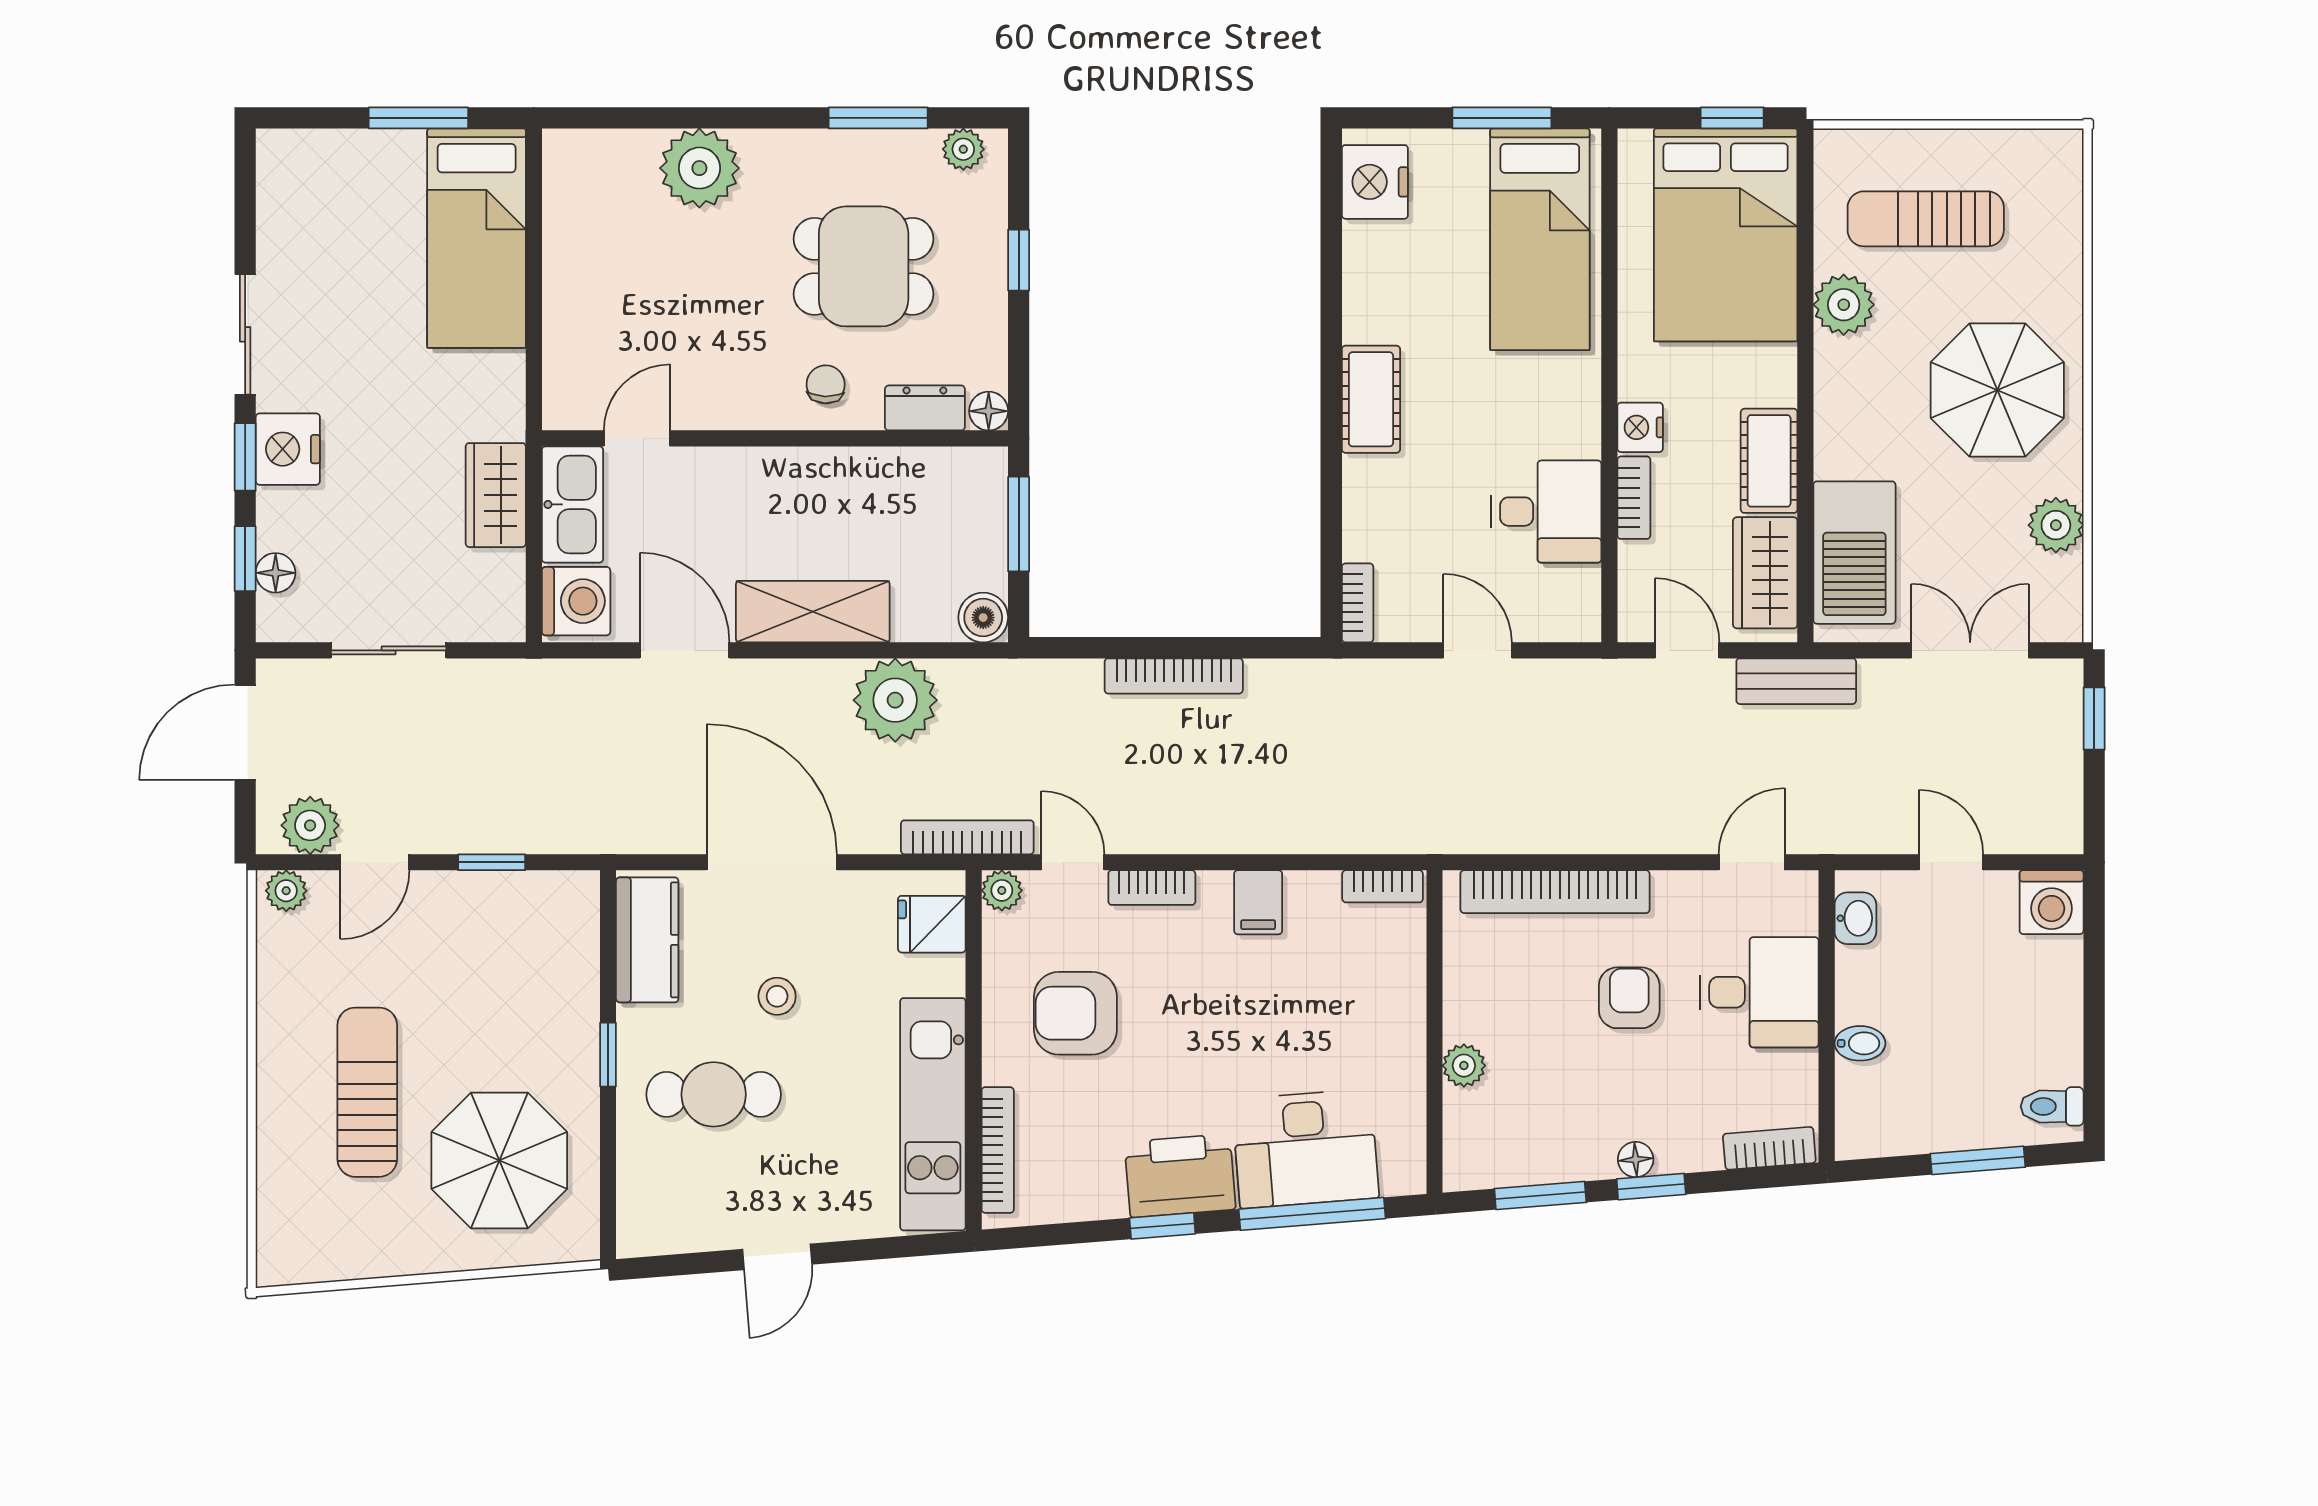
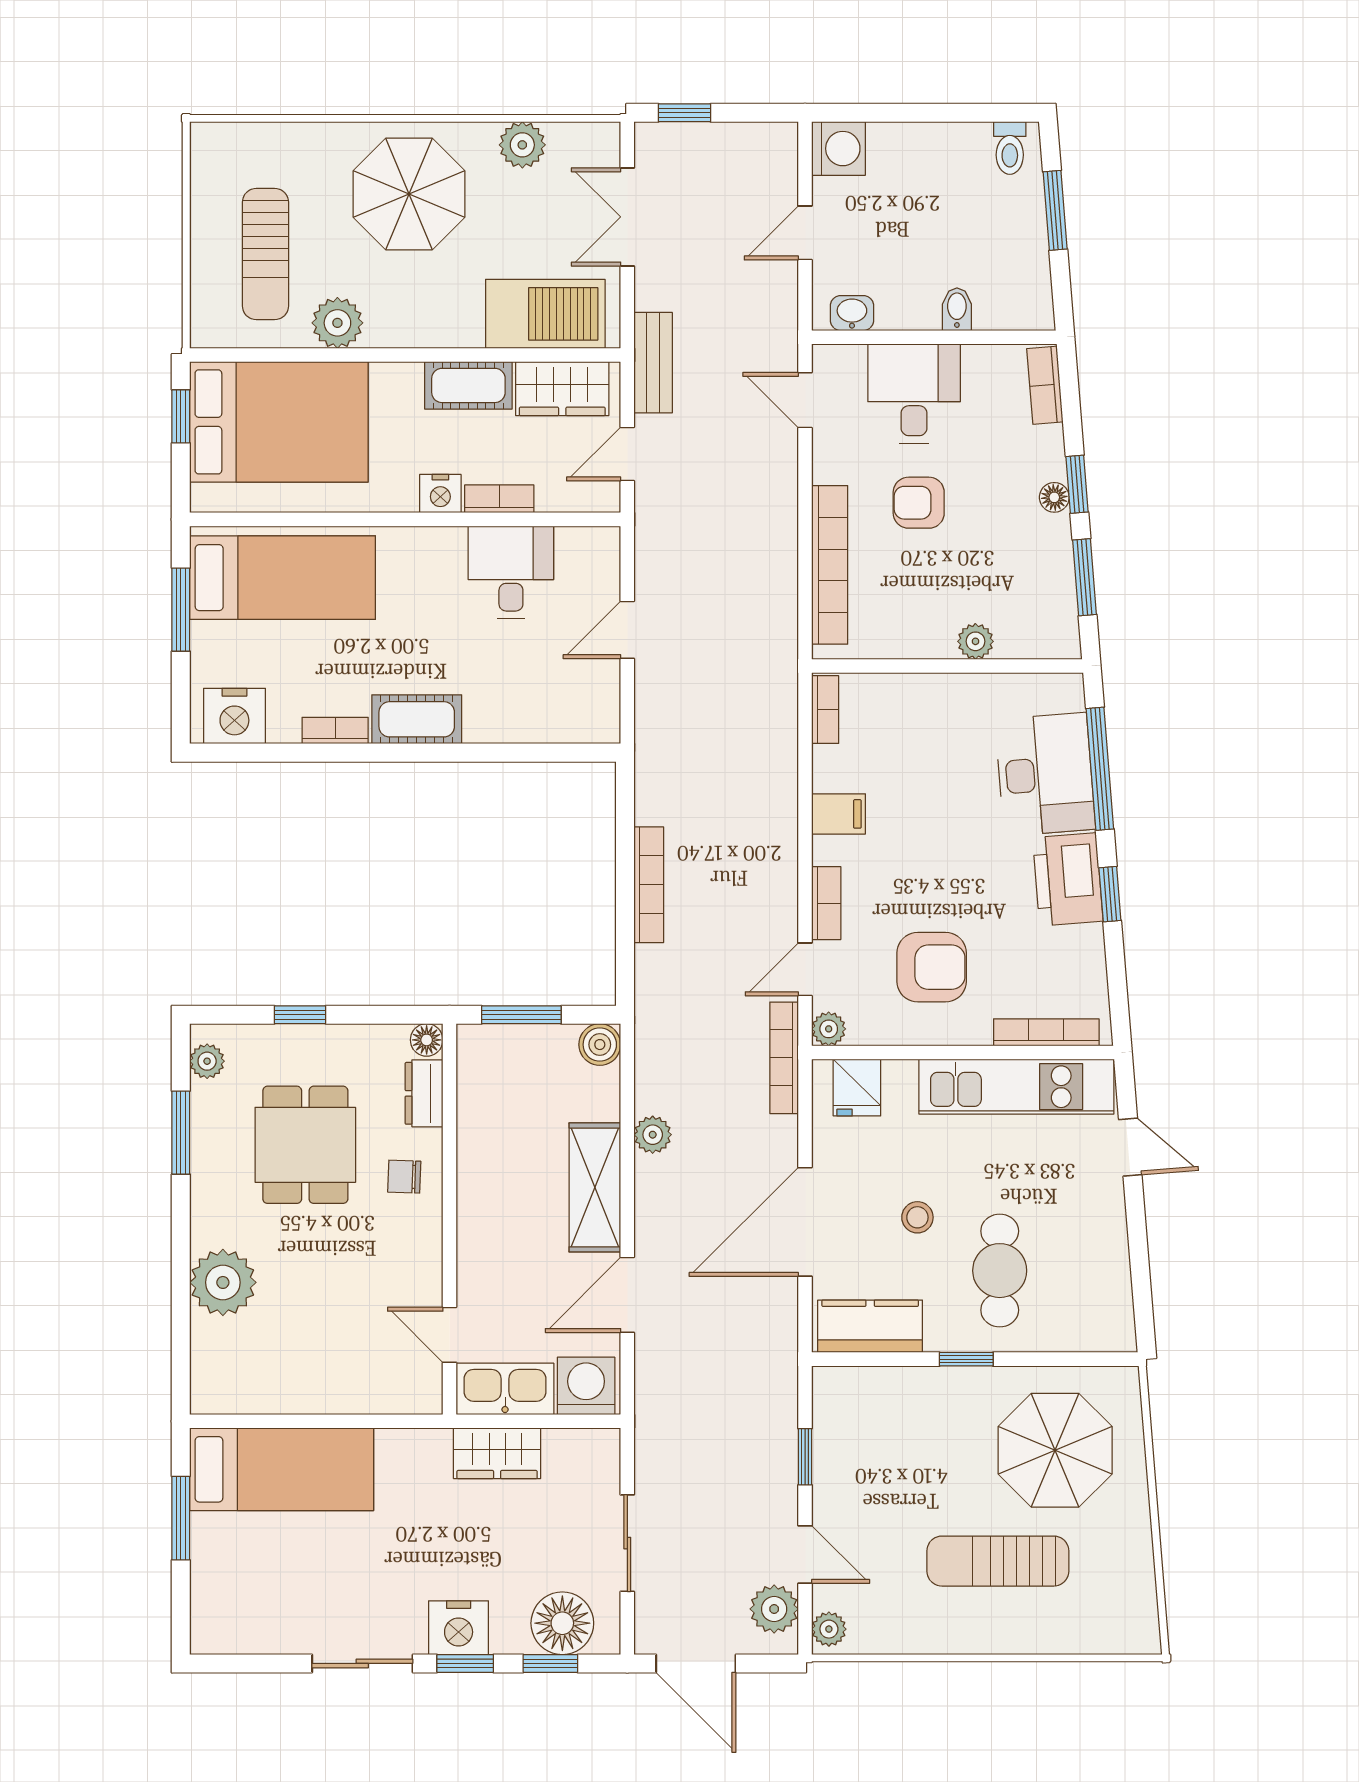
floor lamp: (276, 573) -> (562, 1623), width x1.89, depth x1.89
bookcase: (1358, 603) -> (335, 731), moved
plant: (895, 700) -> (653, 1135), width x0.53, depth x0.53
armchair: (1075, 1013) -> (932, 967), turned -90
door: (777, 1257) -> (1130, 1147), moved

